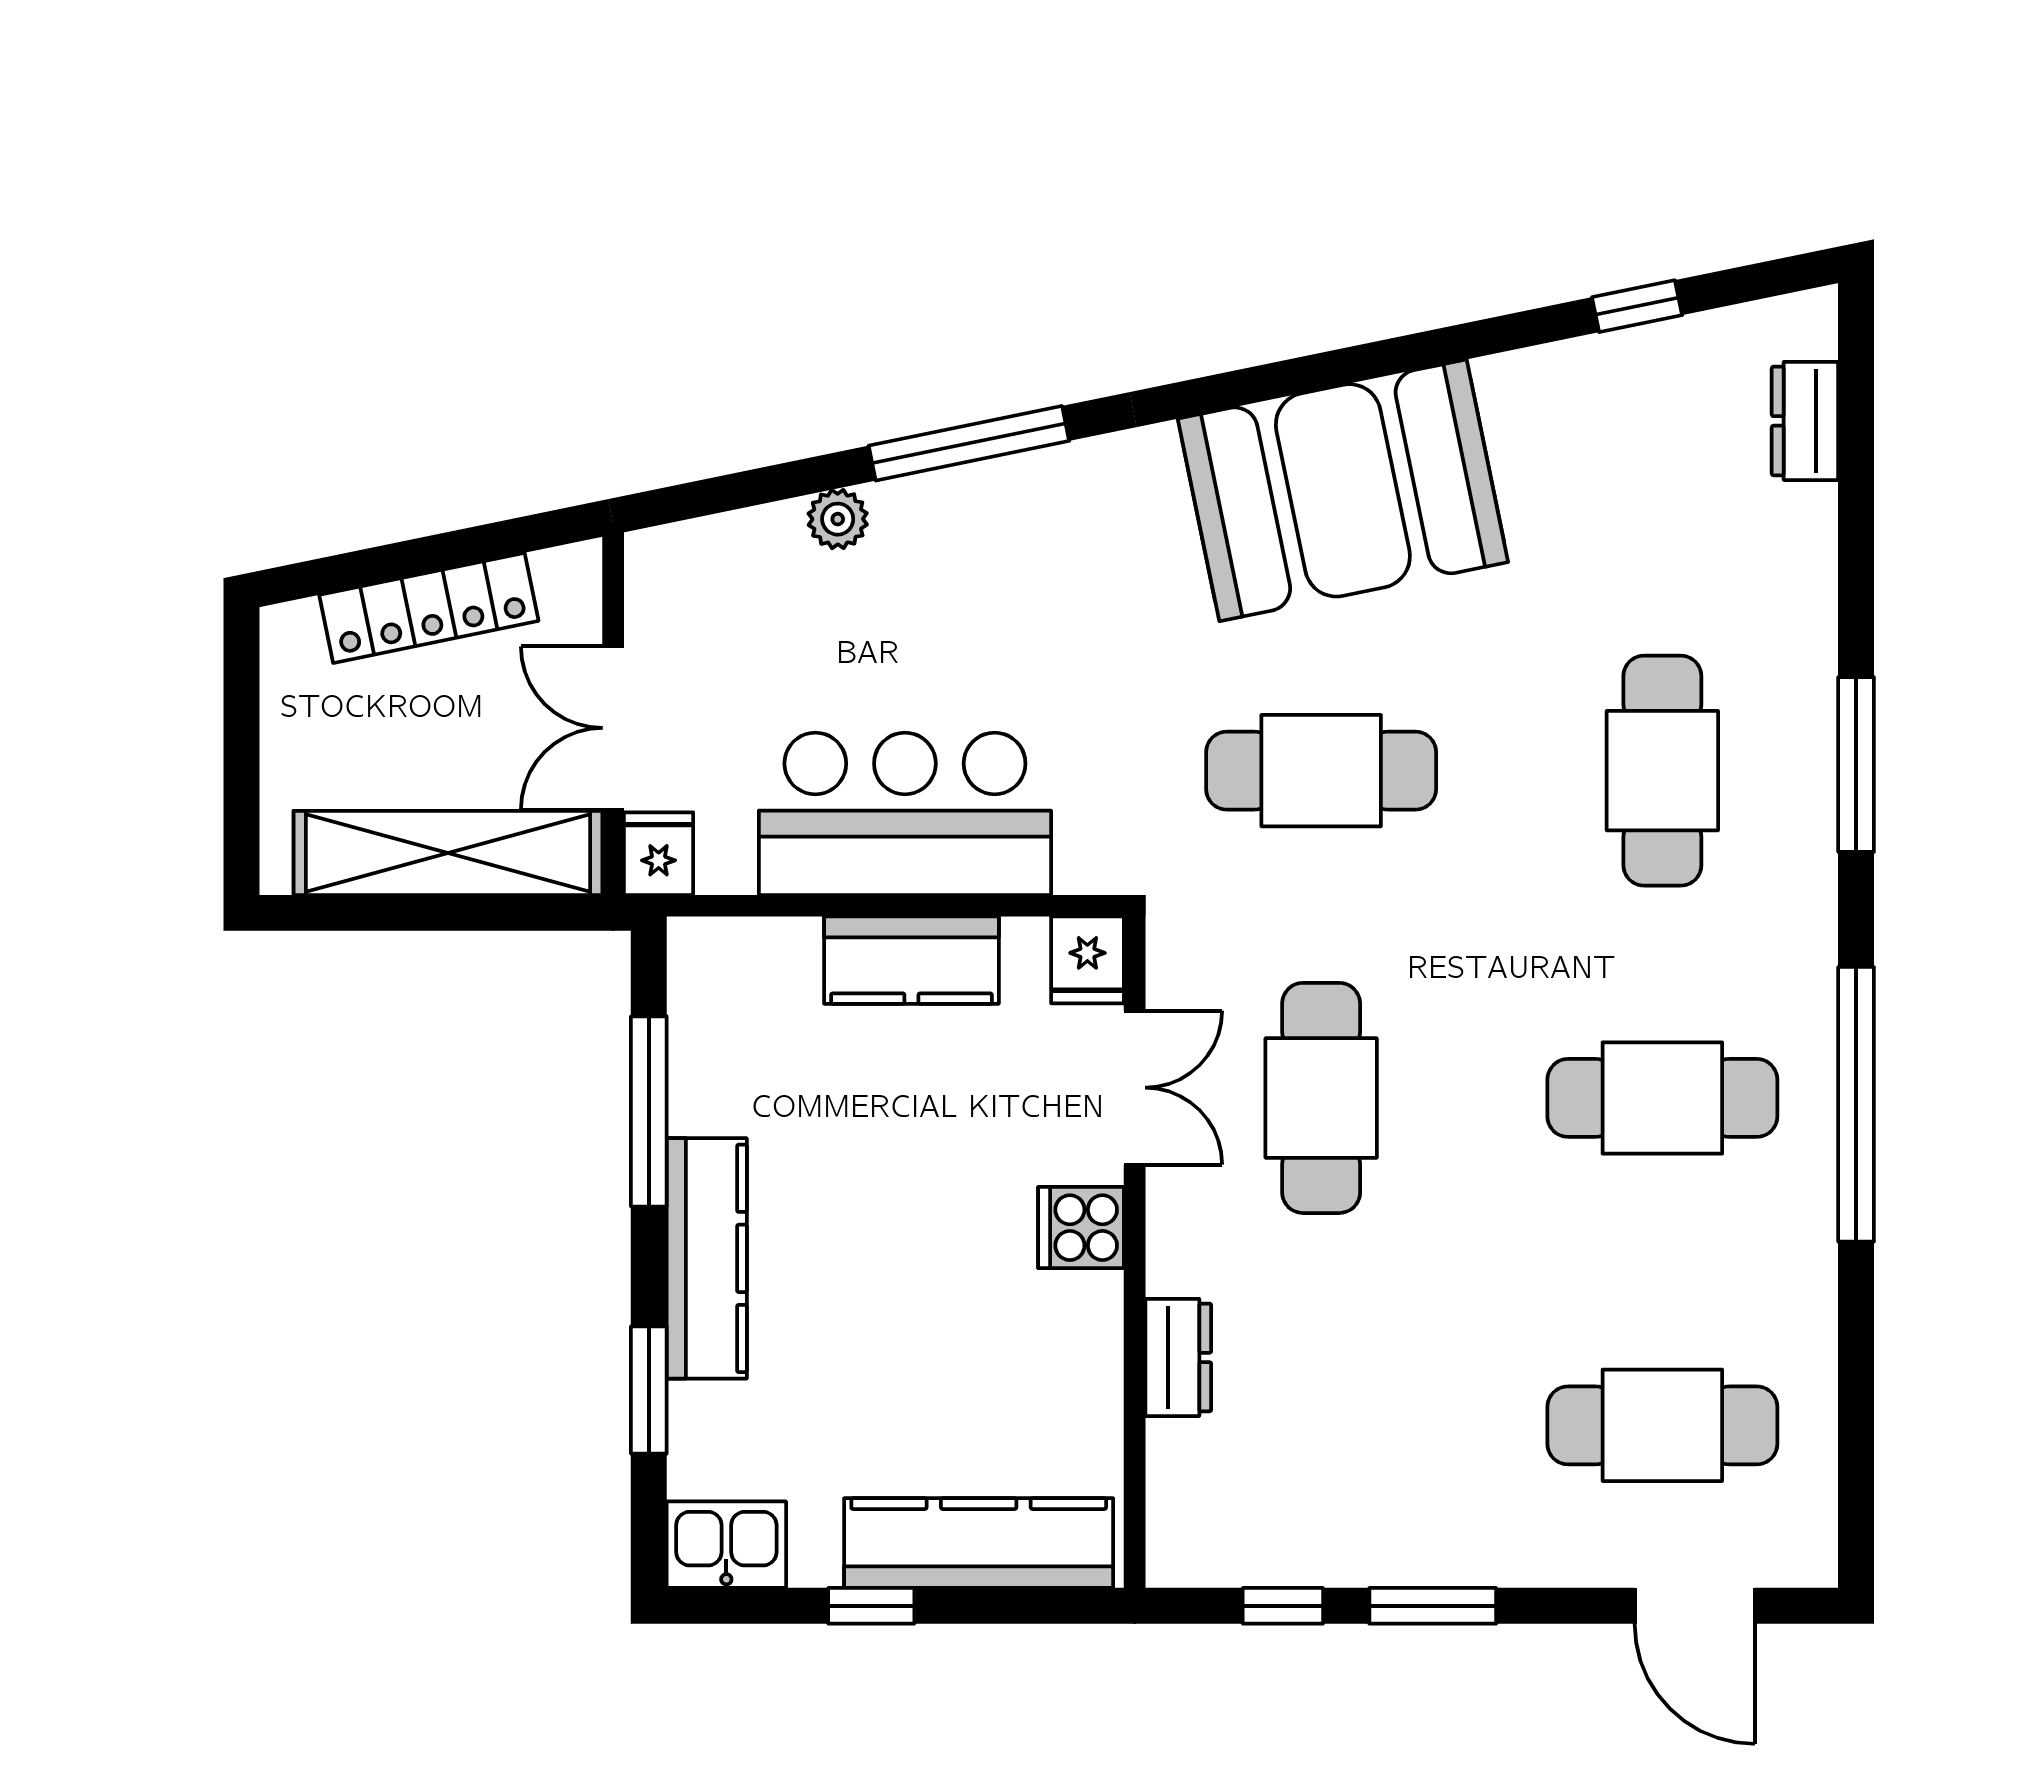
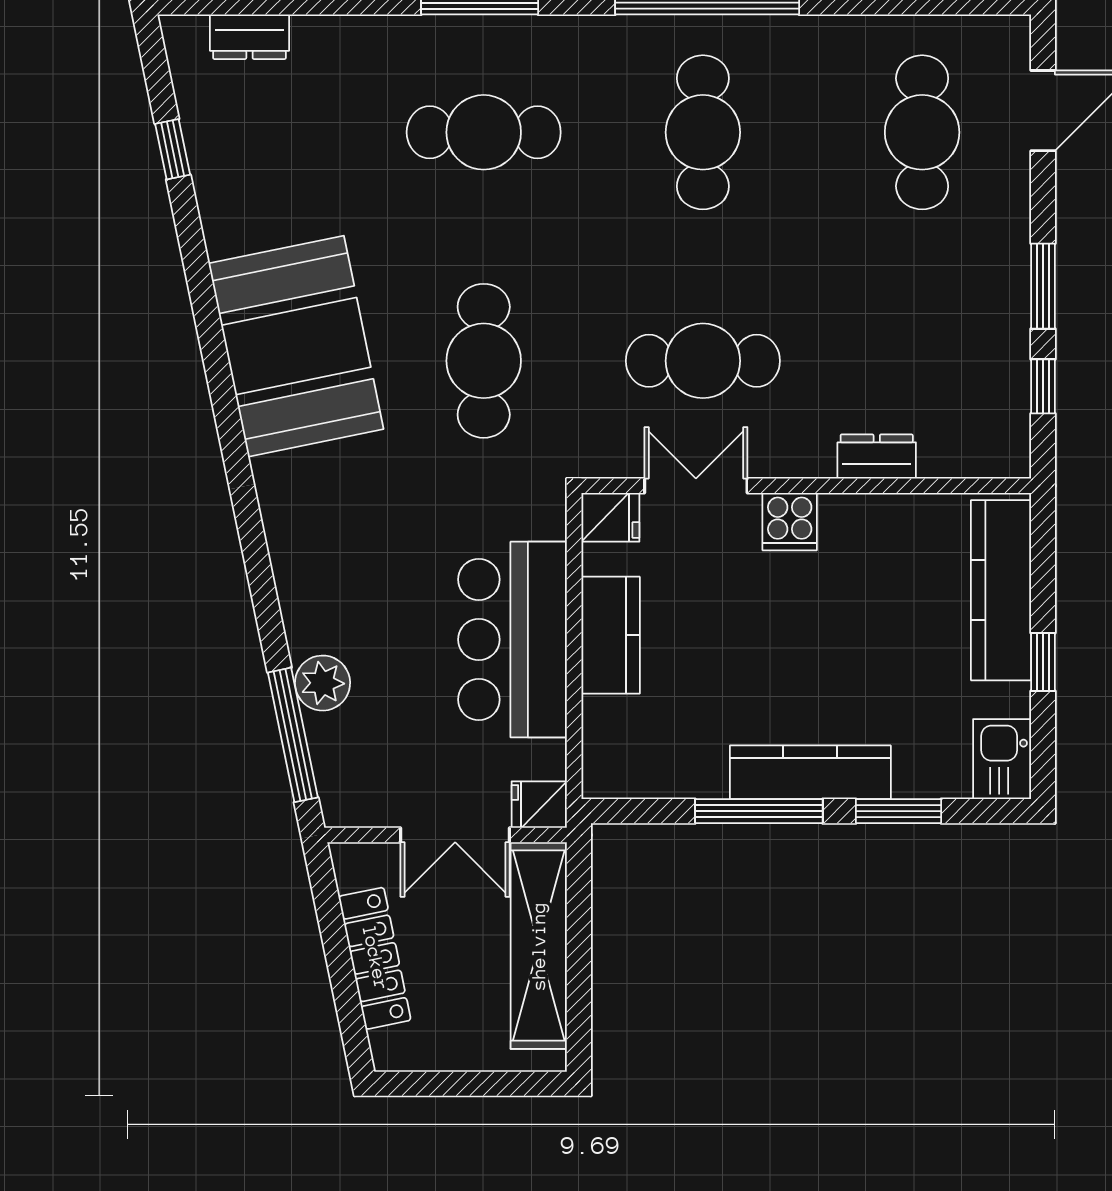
window: (969, 443) -> (293, 735), moved
plant: (838, 519) -> (323, 683), width x1.38, depth x1.38
window: (649, 1111) -> (759, 811), moved

